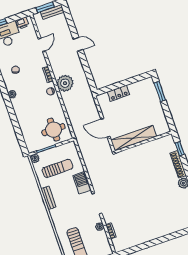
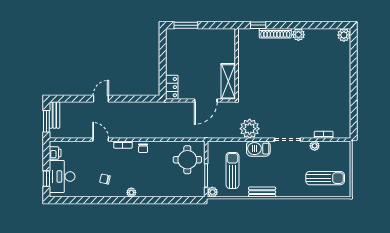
door: (42, 45) -> (101, 140), moved
plant: (65, 83) -> (250, 129), moved
locker: (119, 93) -> (172, 87), moved
shelving: (134, 138) -> (228, 81), width x0.68

